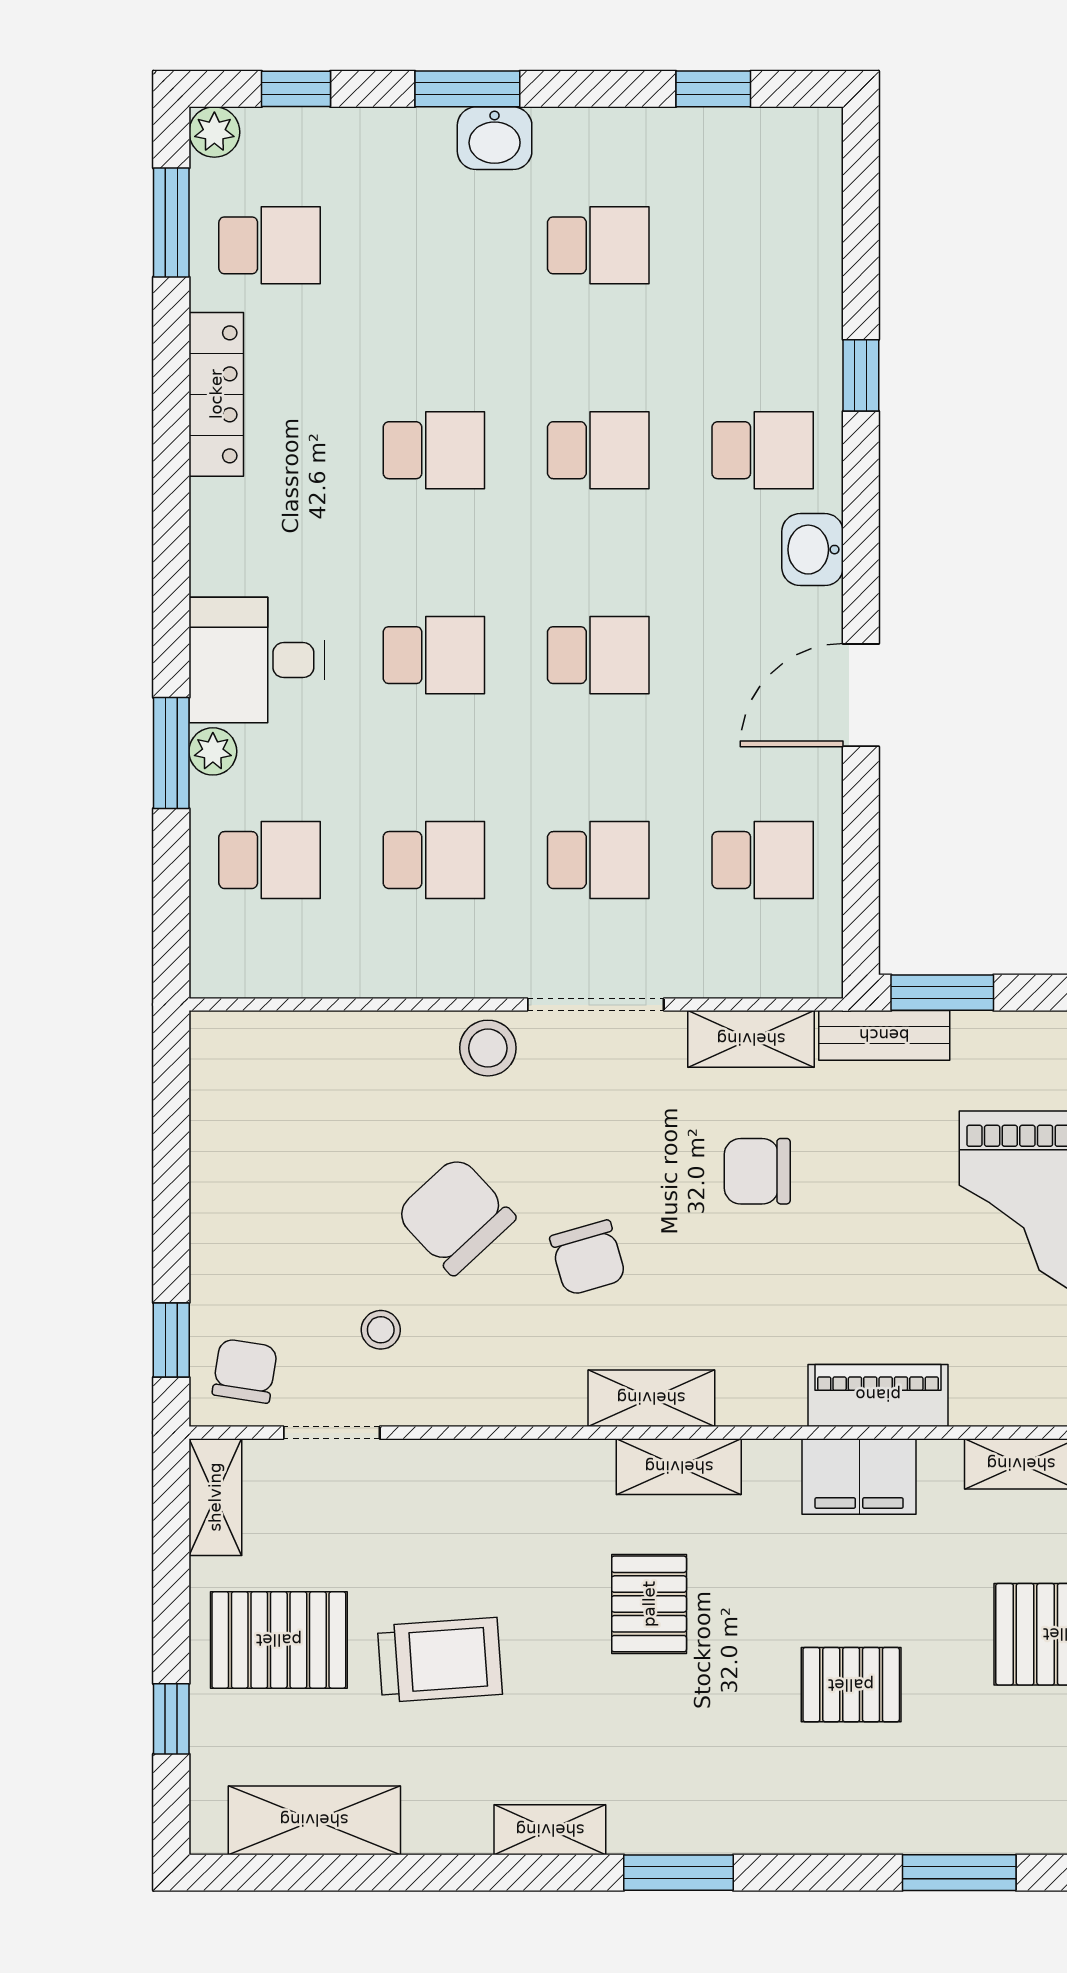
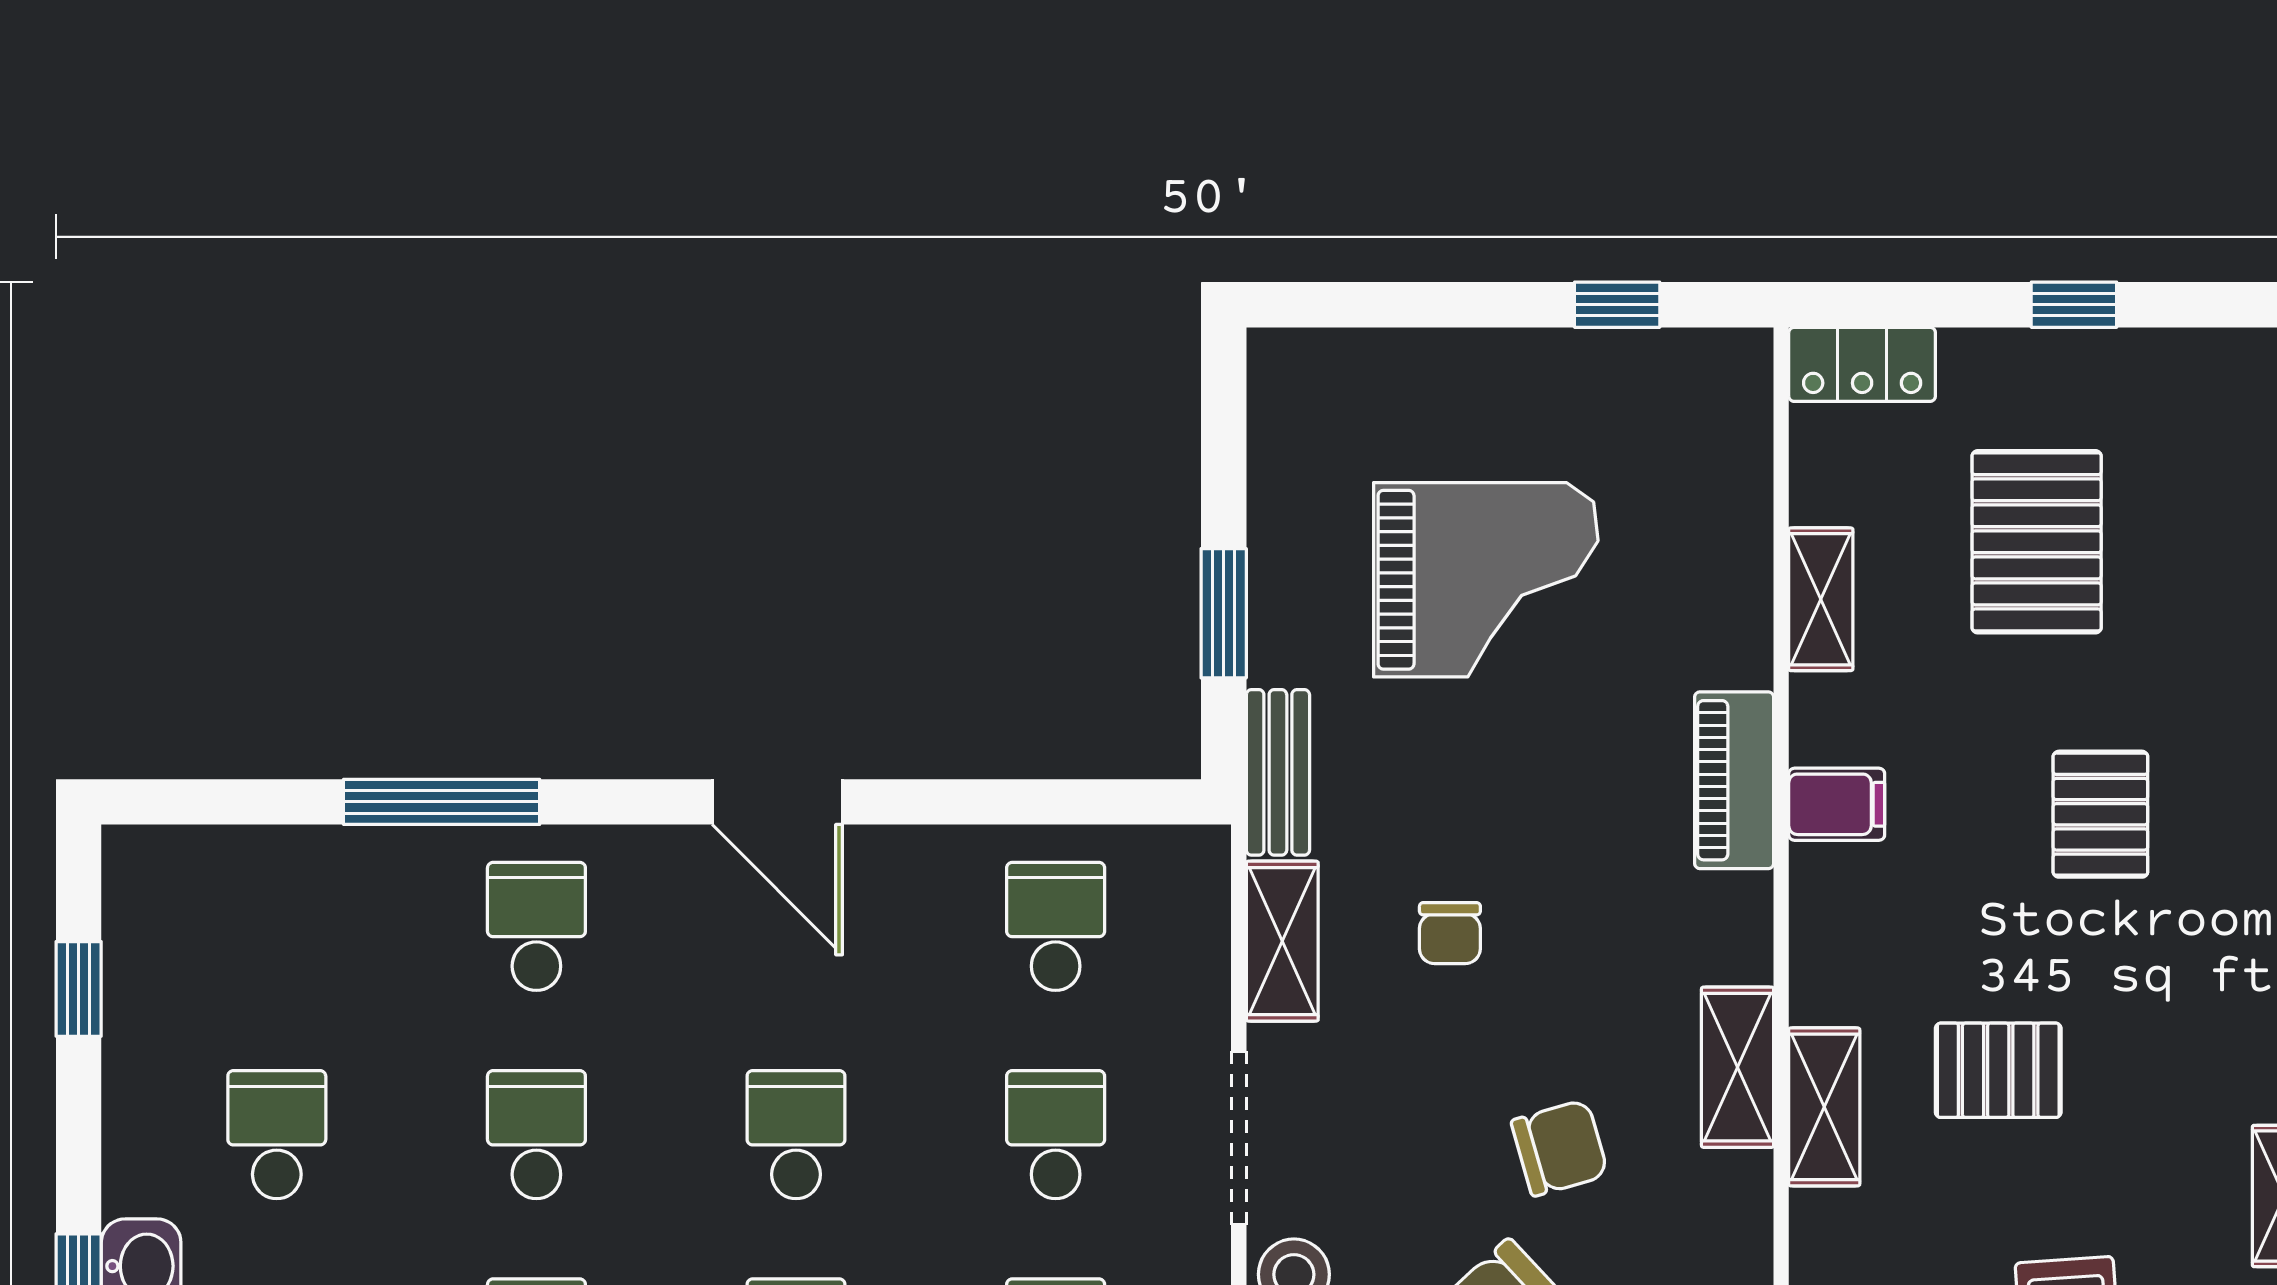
window: (861, 375) -> (442, 802), width x2.17
washbasin: (812, 550) -> (662, 863), removed
door: (861, 695) -> (777, 802), moved
window: (942, 993) -> (1224, 613), moved
chair: (757, 1171) -> (1450, 933), width x0.73, depth x0.73
shelving: (679, 1467) -> (1824, 1107), moved
filing cabinet: (859, 1476) -> (1837, 804), width x0.50

